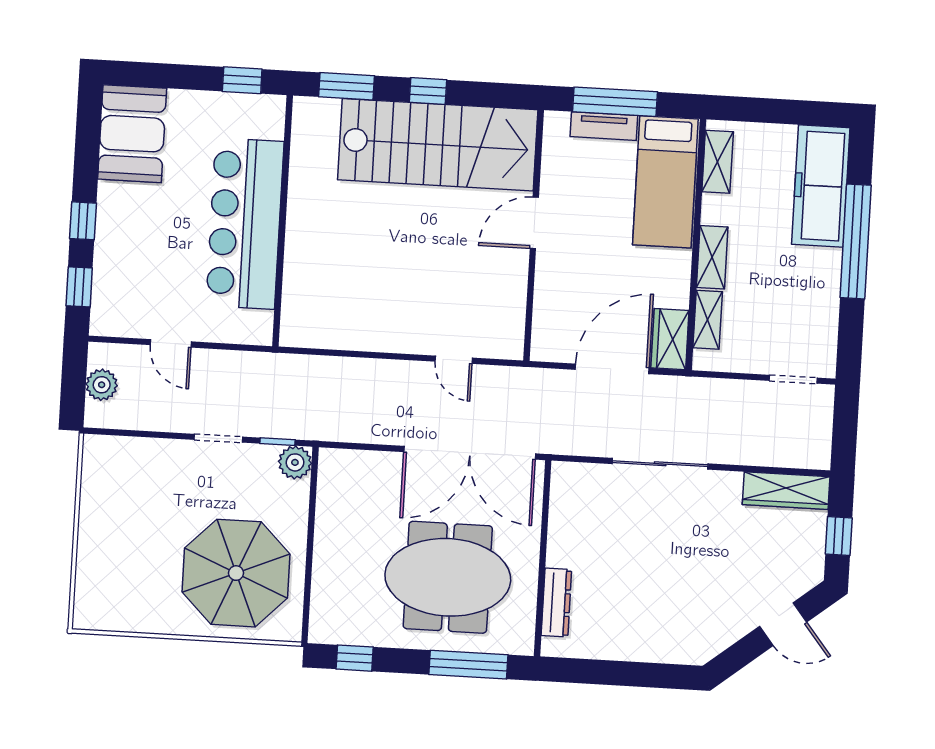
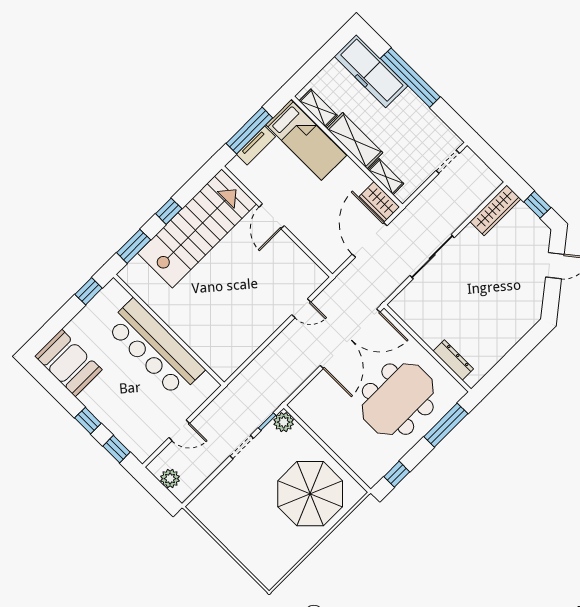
shelving: (712, 257) -> (355, 141), width x1.50, depth x1.33

